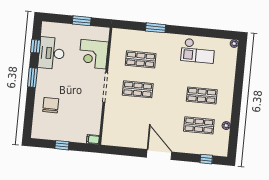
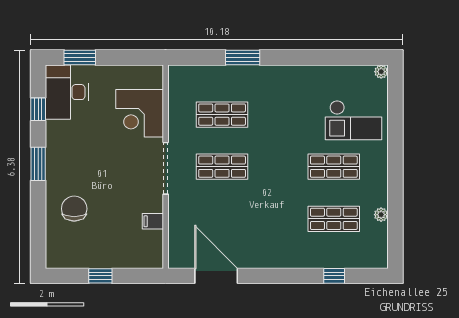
window: (82, 21) -> (80, 57), moved
checkout: (198, 51) -> (353, 120), moved
desk: (51, 53) -> (67, 92), moved
filing cabinet: (93, 139) -> (153, 221), moved
door: (159, 155) -> (216, 276), moved
window: (206, 159) -> (334, 276), moved

